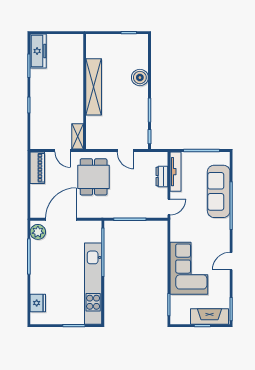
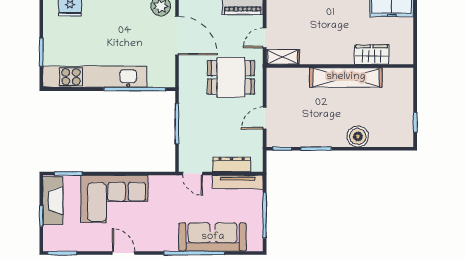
wardrobe: (76, 67) -> (372, 55), added
dresser: (162, 176) -> (231, 164), width x1.44
fireplace: (210, 317) -> (53, 201), moved

